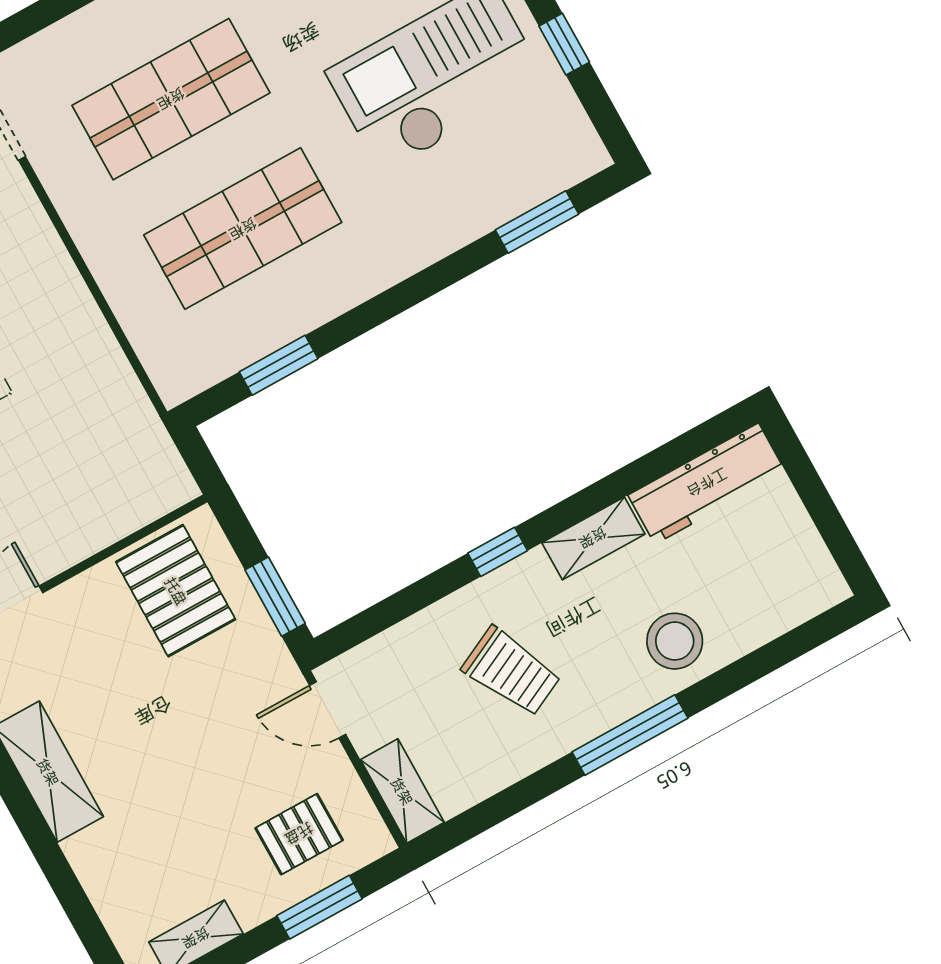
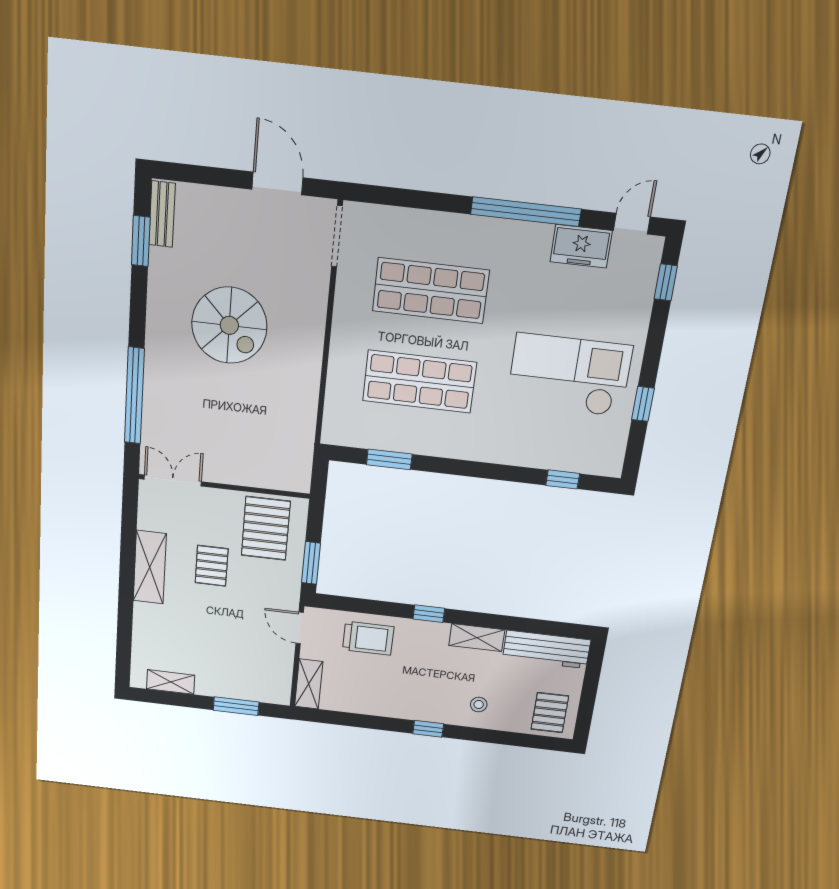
window: (537, 222) -> (563, 479), width x0.67
pallet: (788, 578) -> (550, 713), added
stool: (675, 641) -> (479, 704), width x0.53, depth x0.53
trolley: (511, 672) -> (368, 638), moved, turned -64
window: (630, 735) -> (428, 729), width x0.46
pallet: (299, 834) -> (212, 566), moved, turned 90

